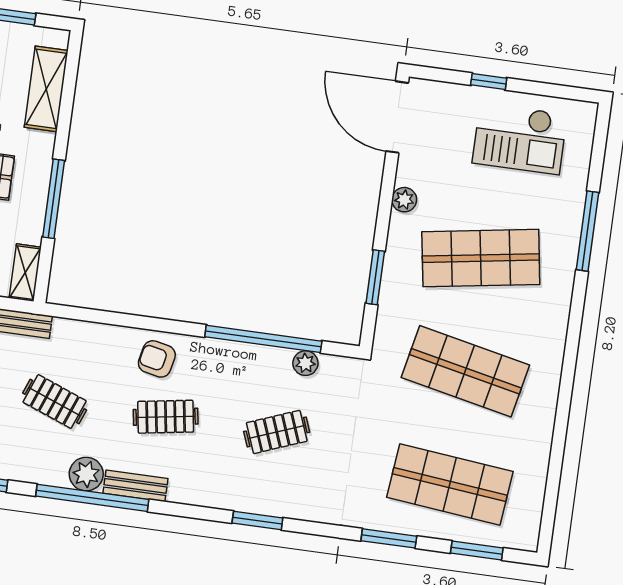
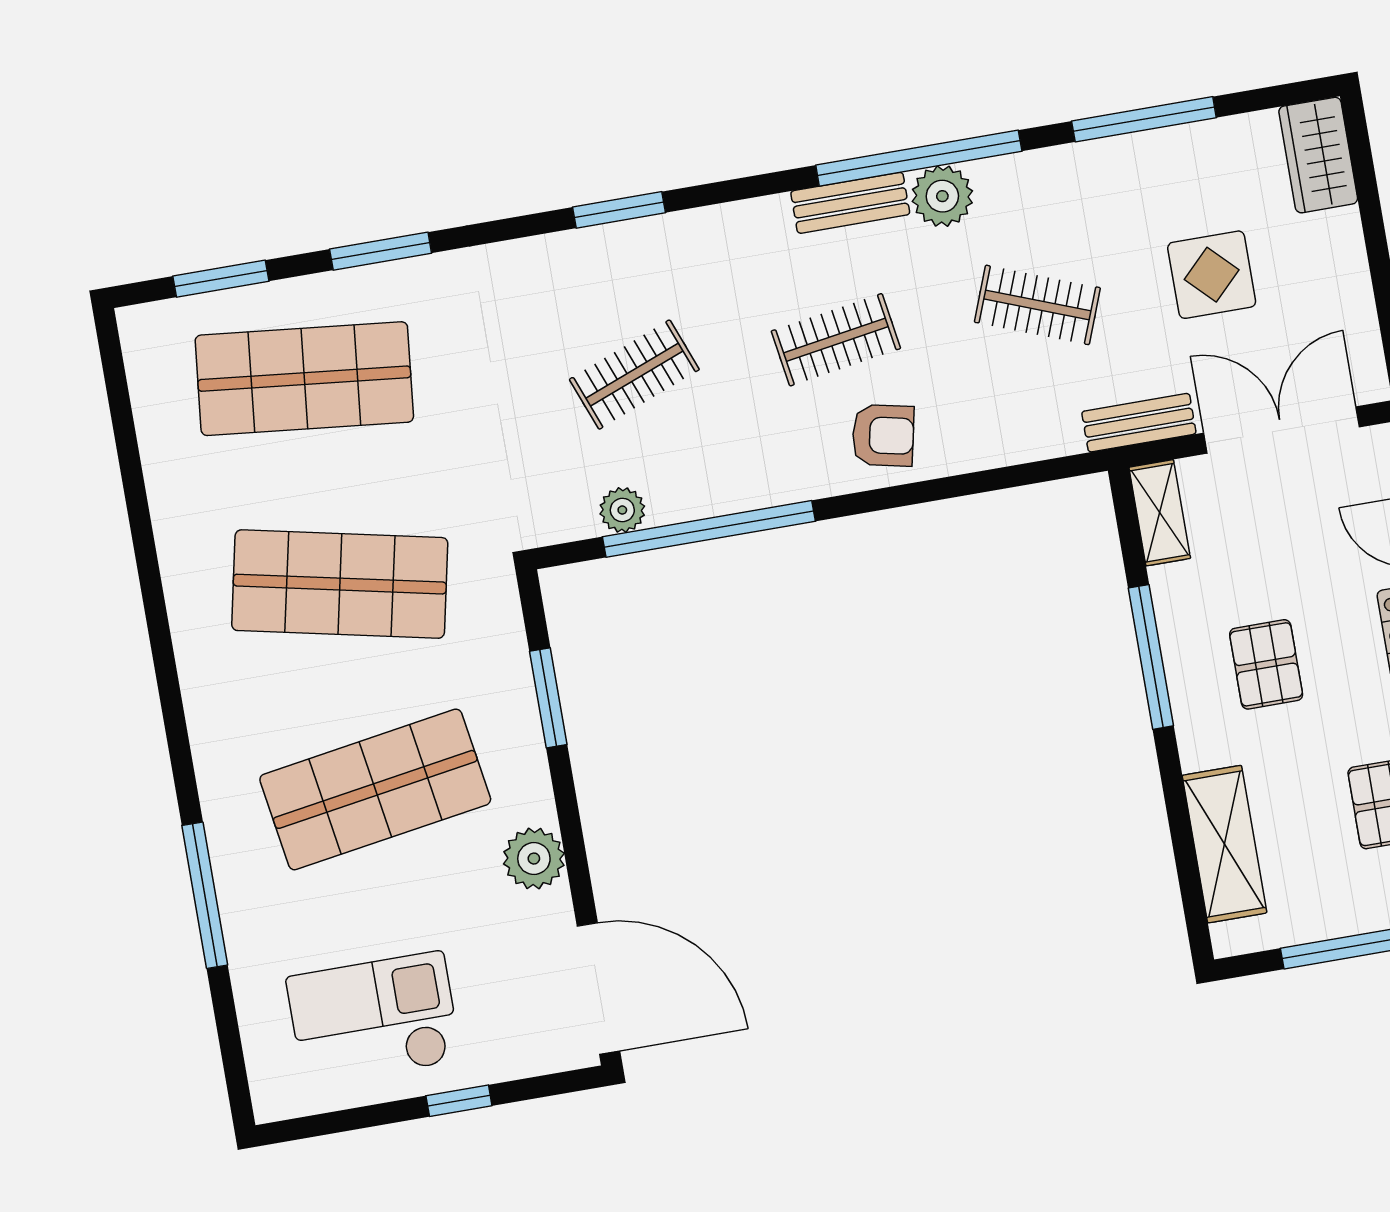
plant: (404, 200) -> (534, 859), width x1.38, depth x1.38

